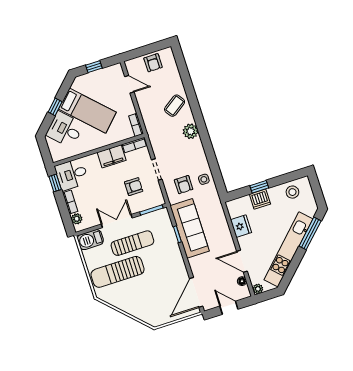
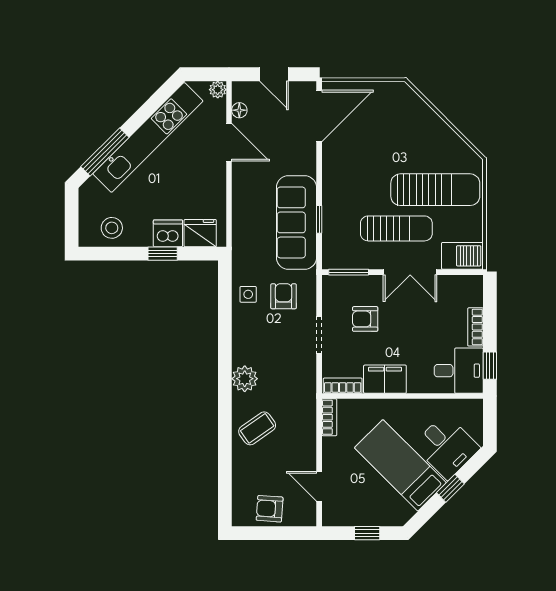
armchair: (153, 63) -> (270, 509), turned -86
plant: (77, 219) -> (474, 297), removed
fridge: (241, 226) -> (200, 233), moved, turned 90
sun lounger: (132, 243) -> (396, 228), turned 180

